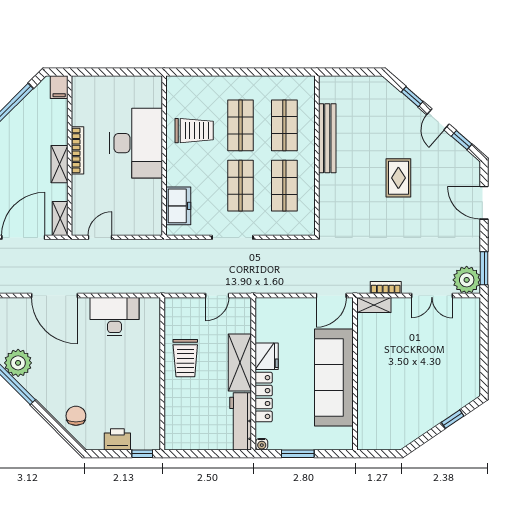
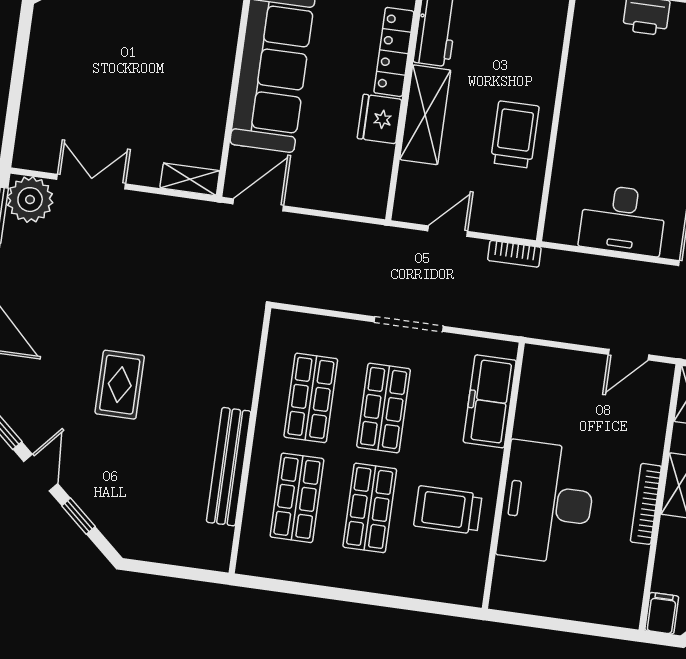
freezer: (178, 206) -> (490, 401), width x1.40
bookcase: (386, 288) -> (514, 254), moved

